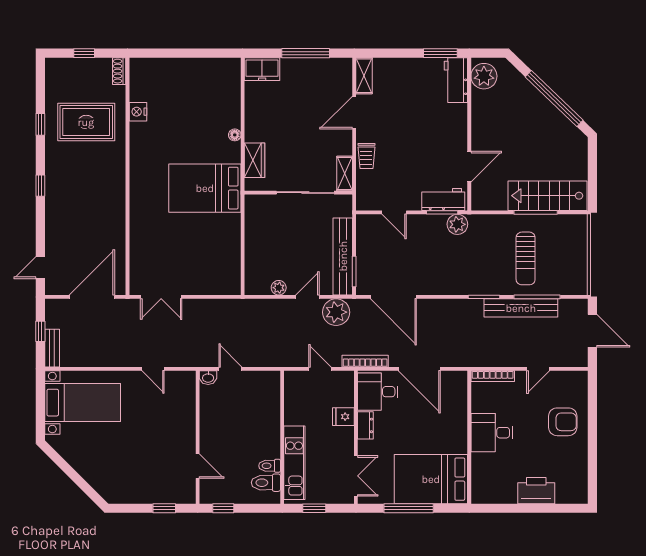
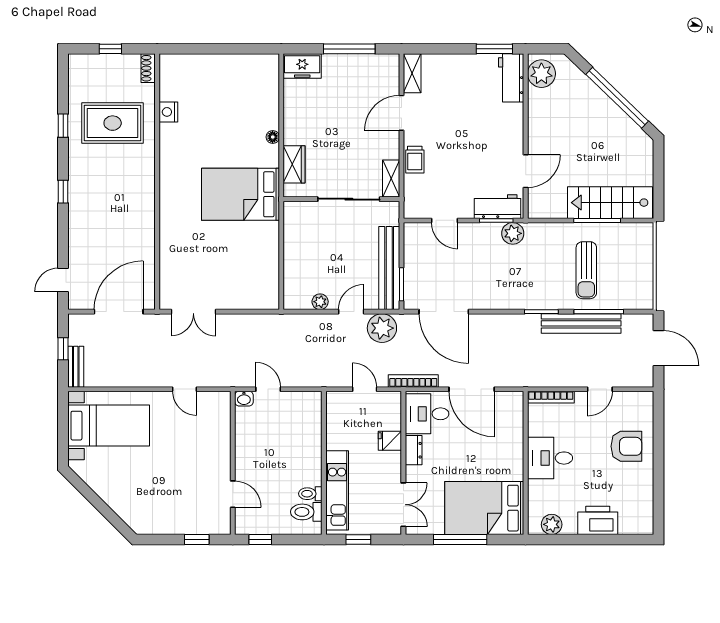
plant: (493, 494) -> (552, 524), added

